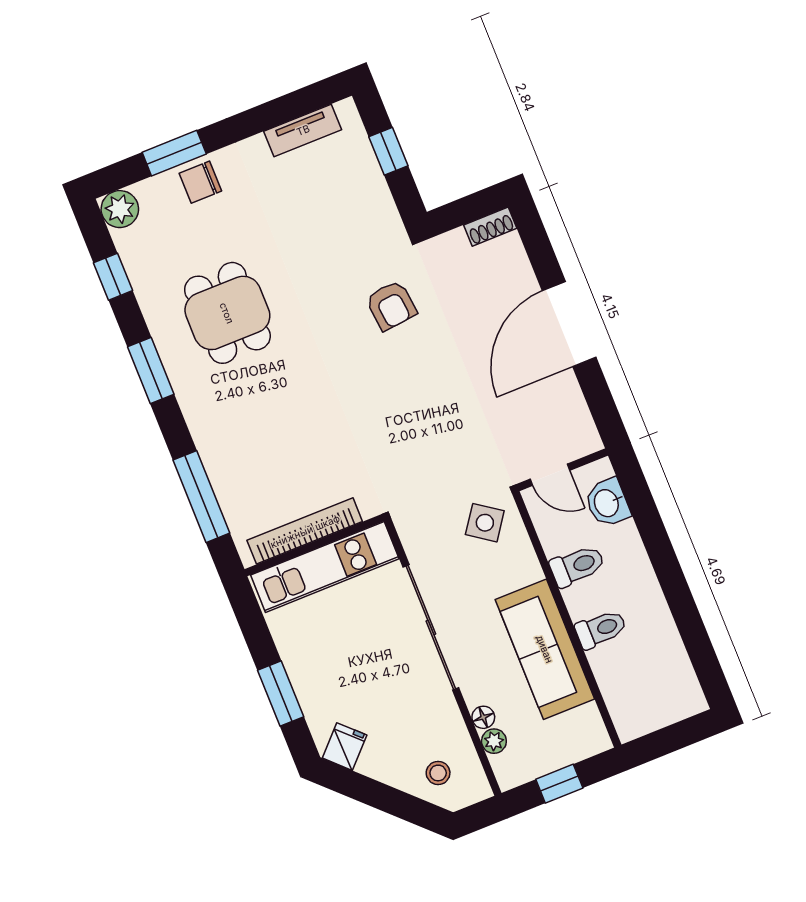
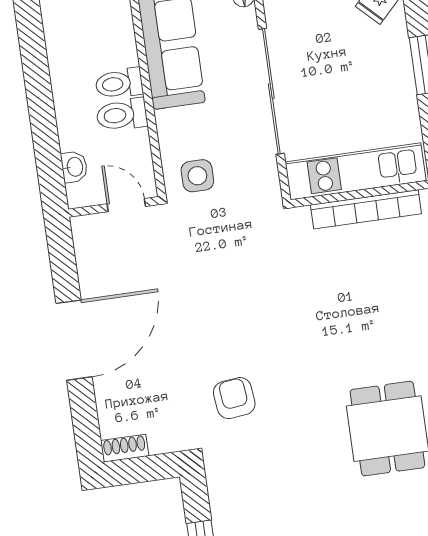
washbasin: (607, 503) -> (74, 167), width x0.72, depth x0.69
side table: (485, 523) -> (197, 176), turned -35
toilet: (601, 629) -> (119, 83), moved

